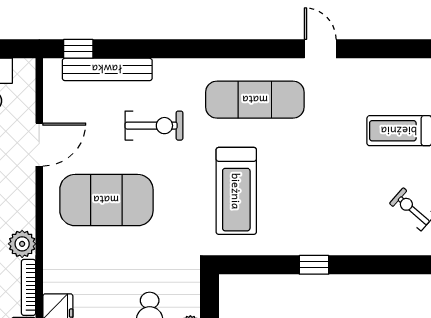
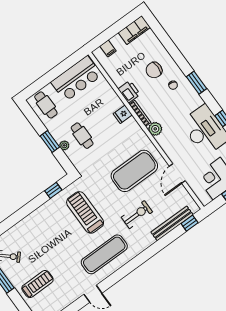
exercise bike: (154, 126) -> (137, 215), turned 180
window: (314, 265) -> (53, 190), moved

